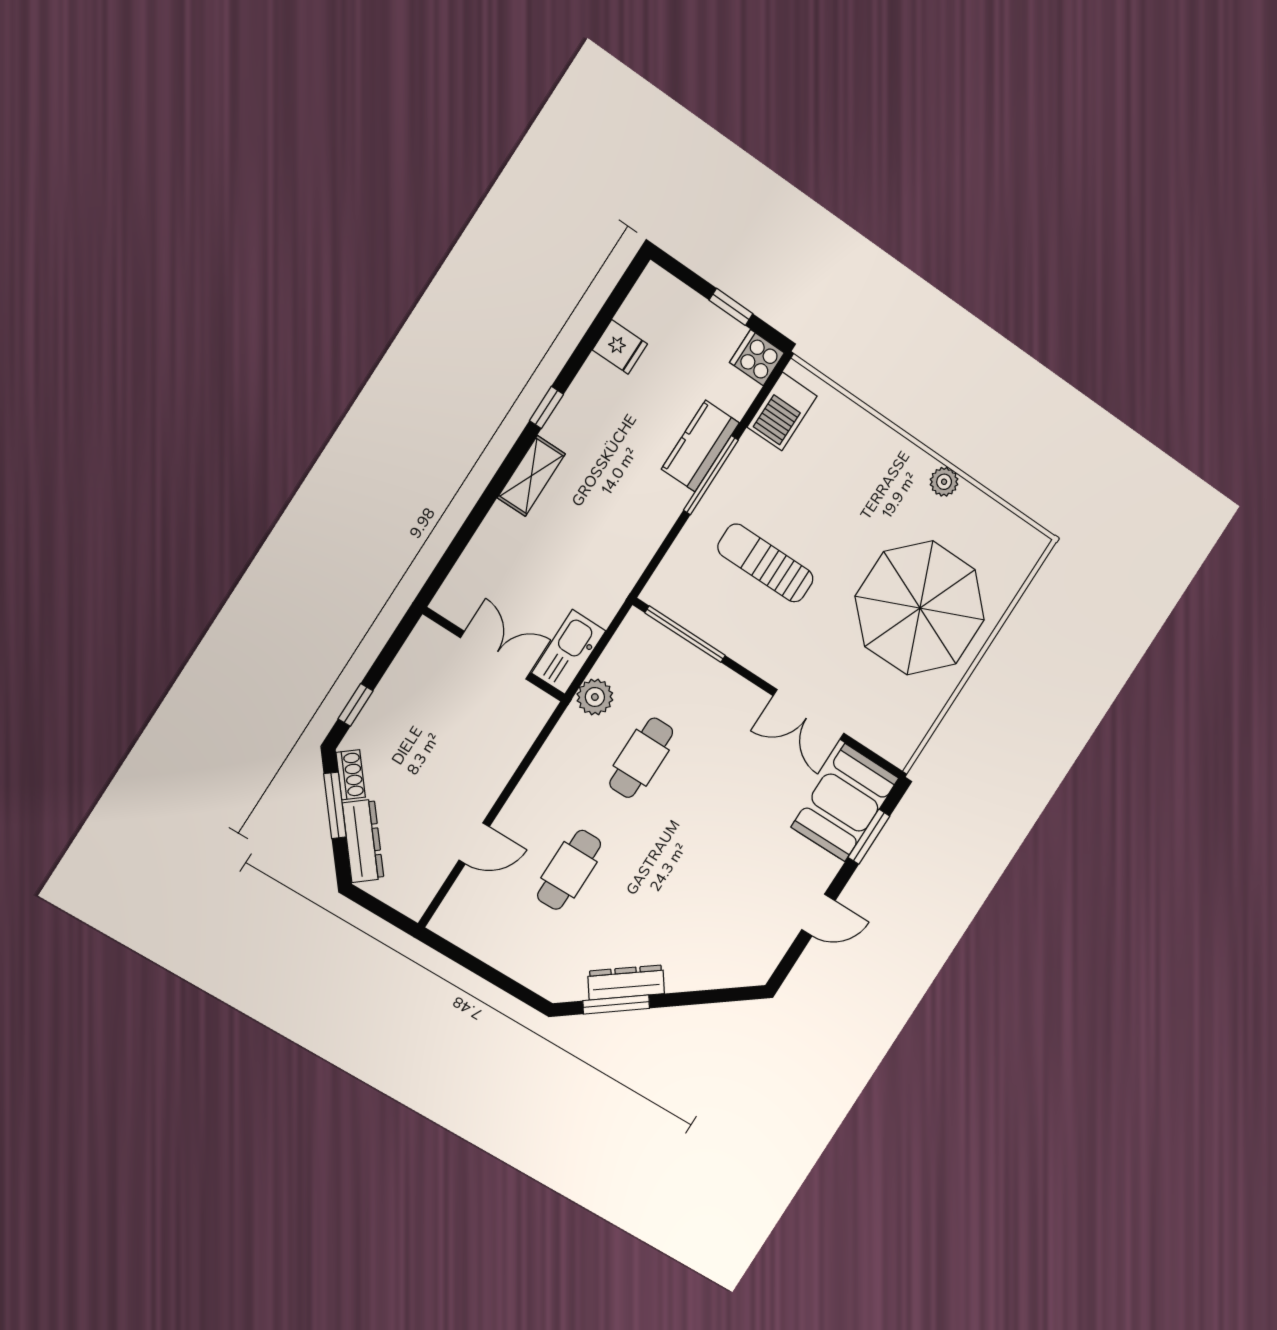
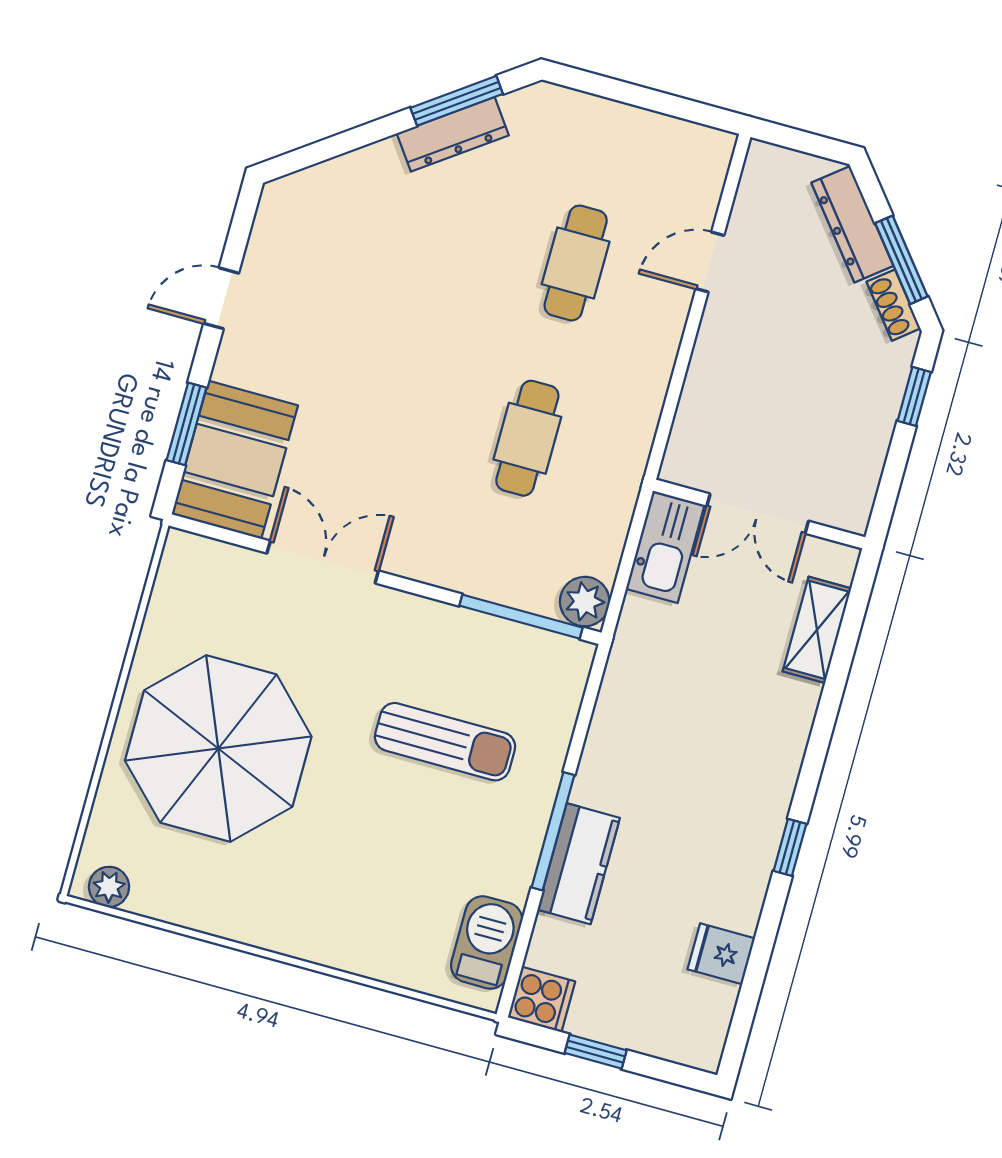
shelving: (531, 476) -> (817, 630), moved
plant: (944, 482) -> (109, 887), moved
plant: (595, 697) -> (585, 602), moved

